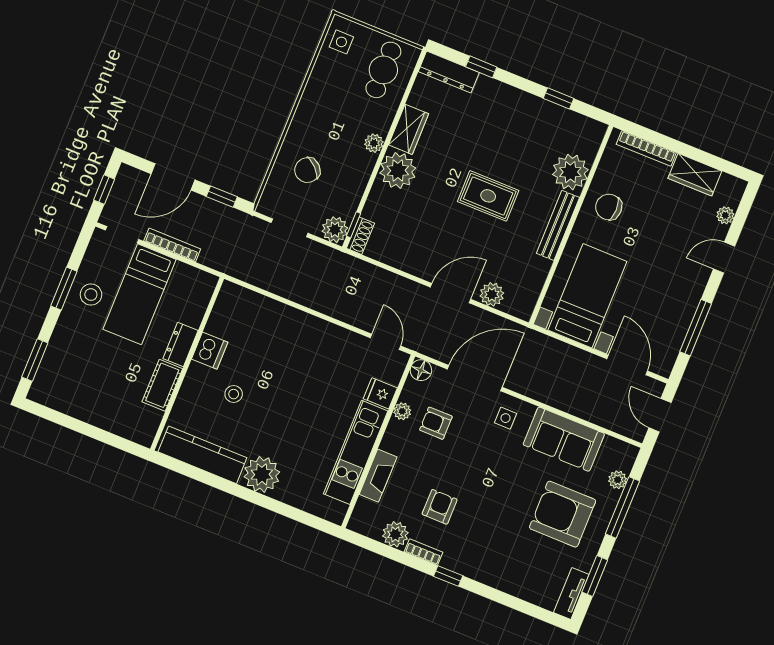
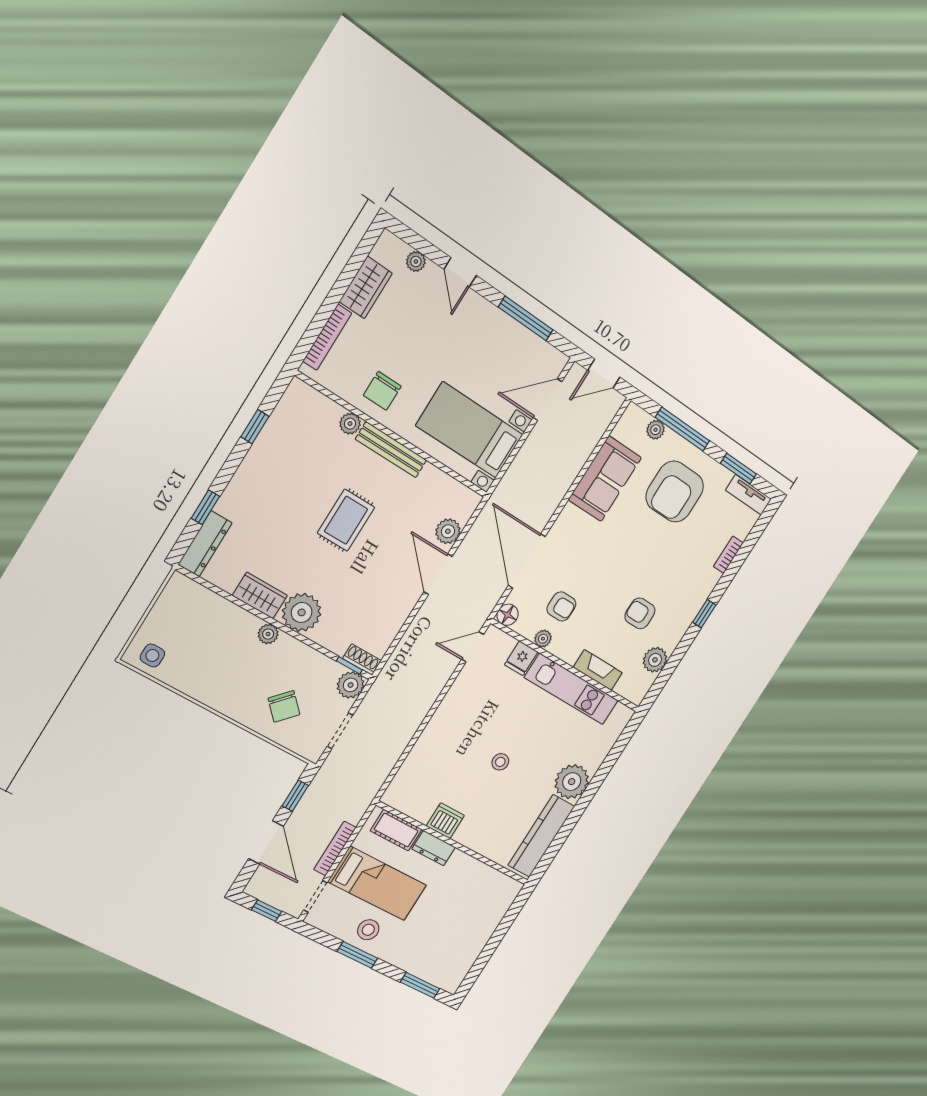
cafe table: (383, 70) -> (191, 614), removed
plant: (570, 172) -> (350, 424), width x0.53, depth x0.53
cot: (162, 385) -> (396, 830), moved
stool: (234, 394) -> (500, 762), moved
side table: (506, 418) -> (572, 535), removed
armchair: (436, 423) -> (561, 606), turned -90
bookcase: (424, 552) -> (728, 555), moved

